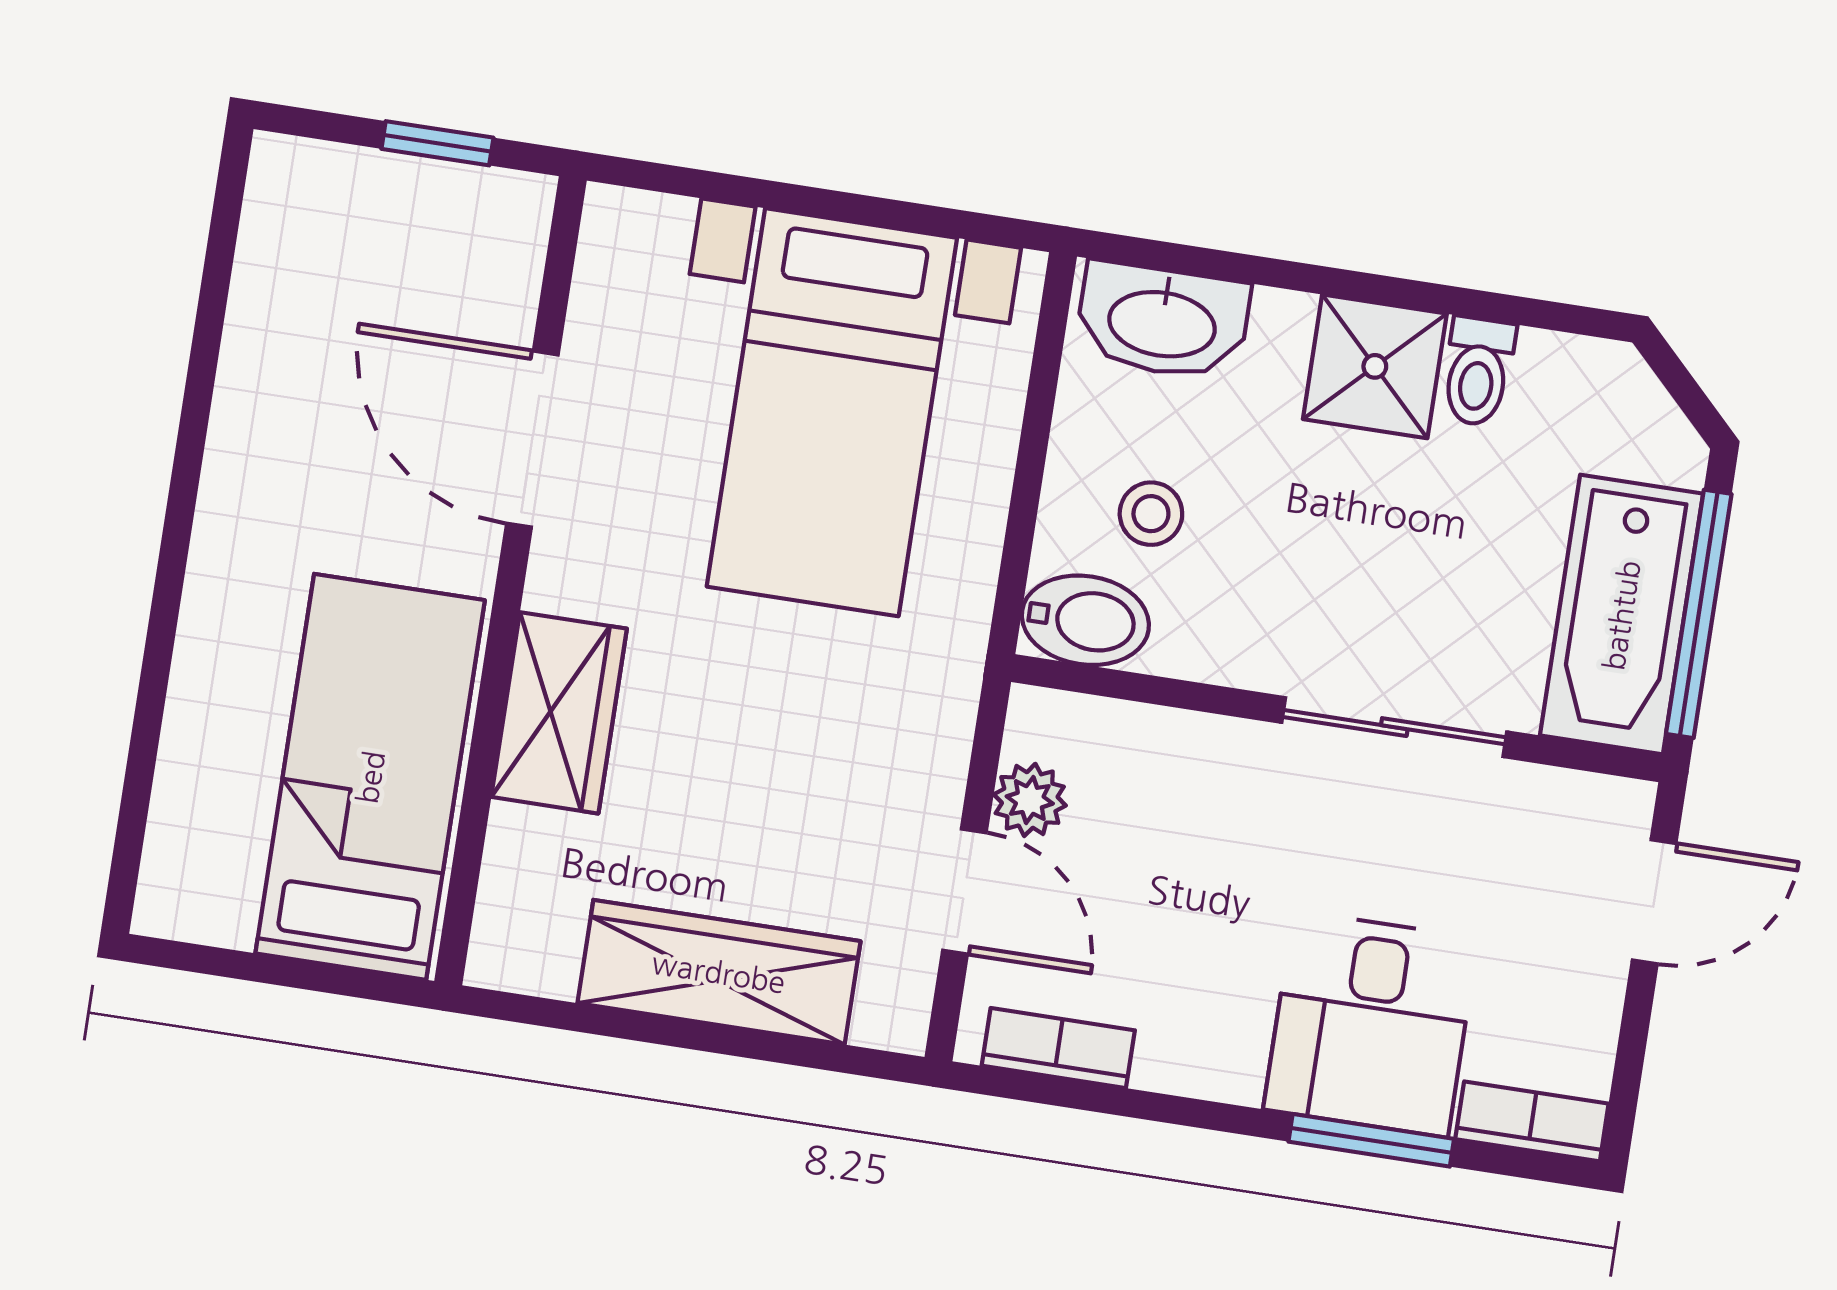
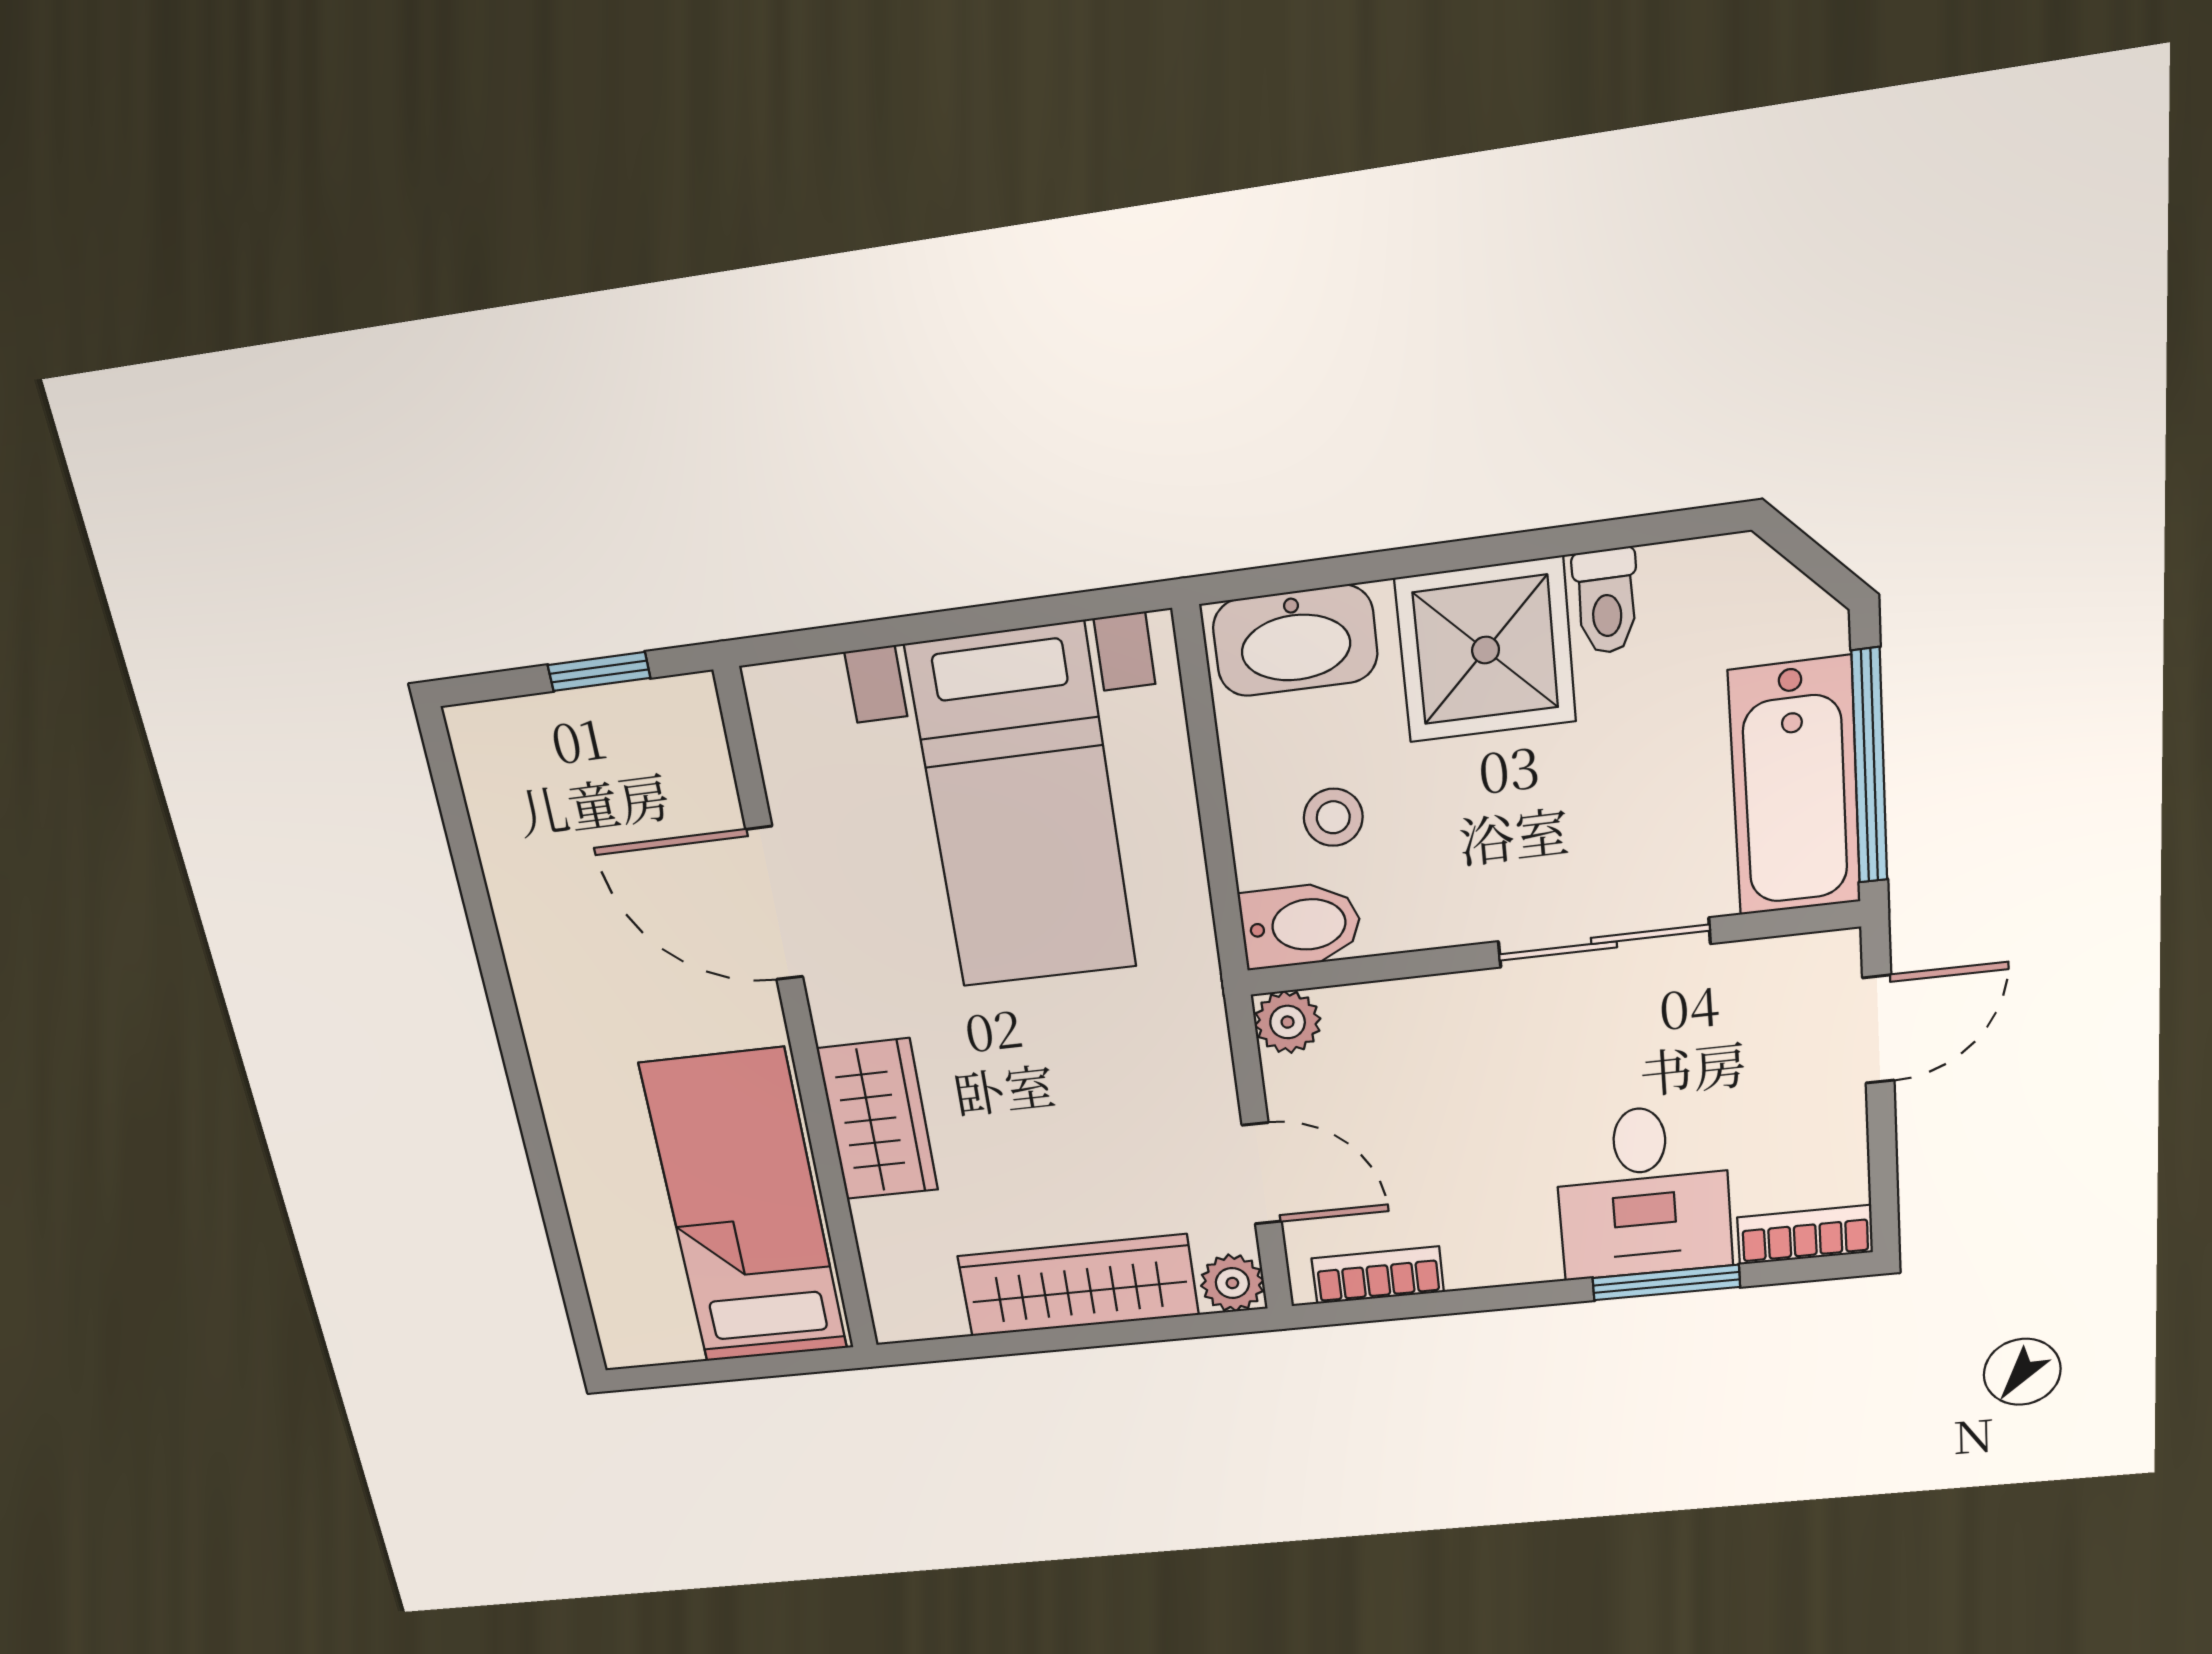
shower: (1375, 366) -> (1486, 650), width x1.36, depth x1.36
plant: (1030, 800) -> (1288, 1022), moved
plant: (894, 1015) -> (1232, 1283), added

